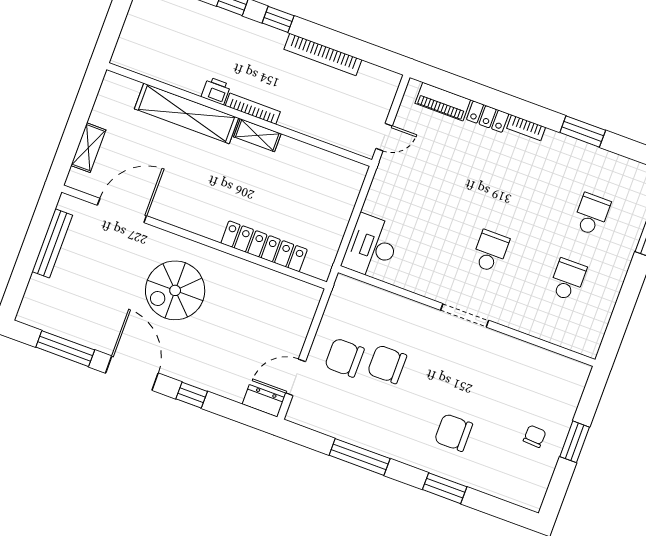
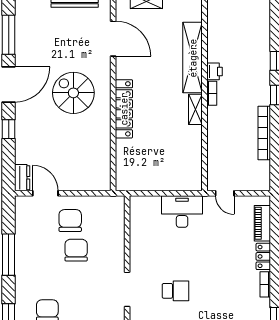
bookcase: (253, 109) -> (212, 93), width x0.64
locker: (264, 246) -> (124, 109), moved
desk: (371, 247) -> (182, 212), moved

